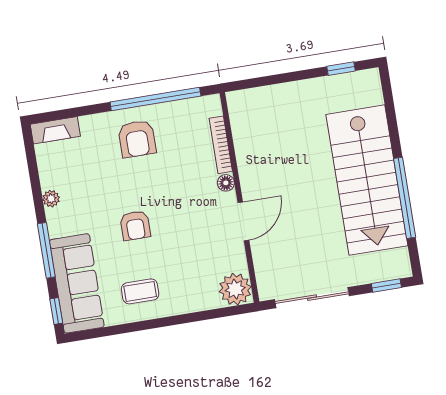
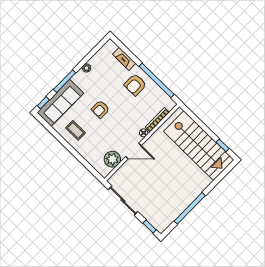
fireplace: (55, 130) -> (124, 59), moved
stairs: (367, 180) -> (199, 146), moved, turned -90
plant: (235, 289) -> (112, 159), moved

